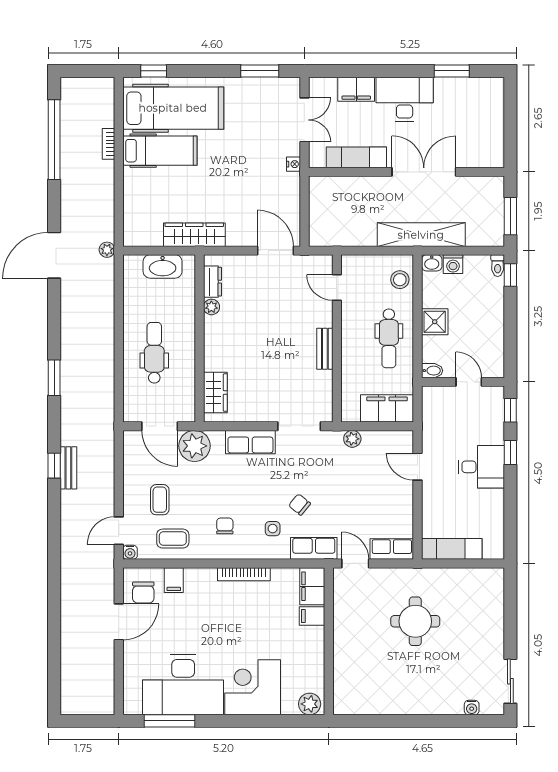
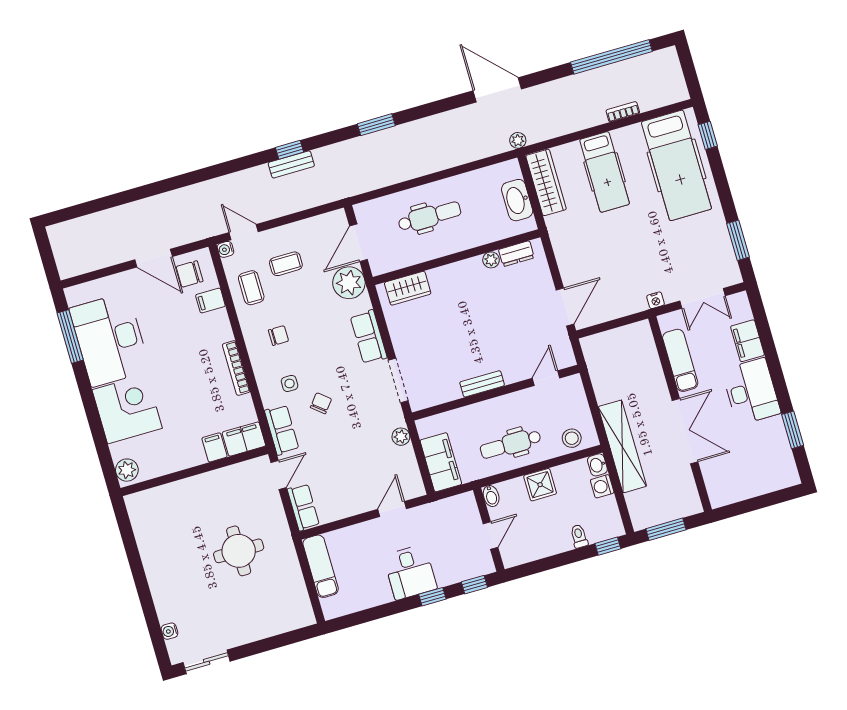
hospital bed: (160, 151) -> (605, 172), moved
wardrobe: (194, 235) -> (546, 182), moved
toilet: (498, 266) -> (579, 536), moved, turned 90

